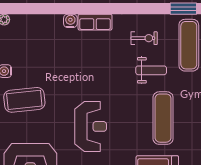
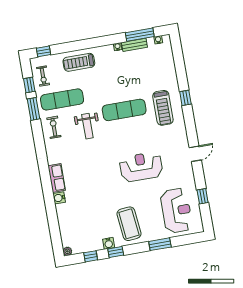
exercise bike: (144, 38) -> (54, 127), moved
weight bench: (151, 70) -> (87, 126), turned 180

